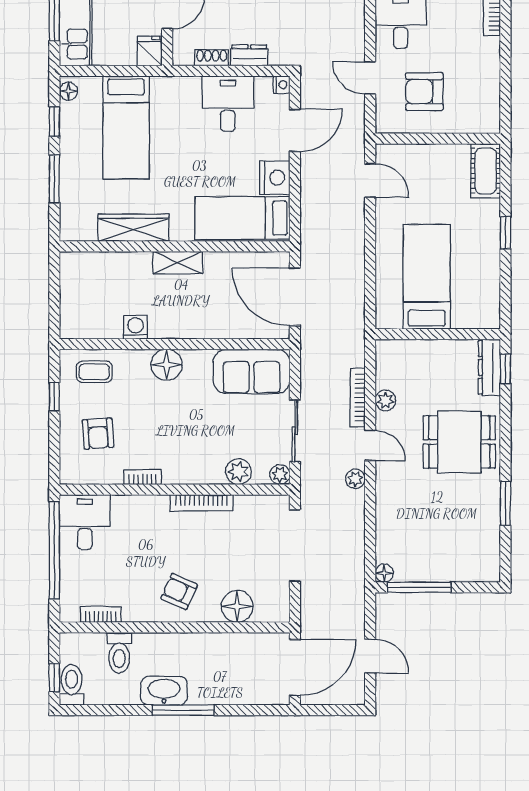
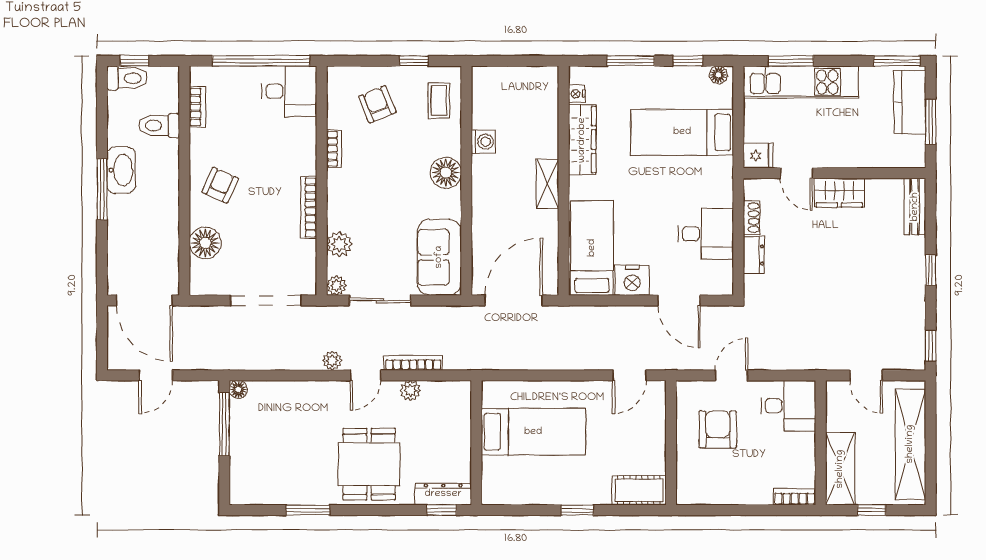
nightstand: (282, 85) -> (577, 94), moved, turned 90
armchair: (98, 434) -> (377, 104), turned 72

